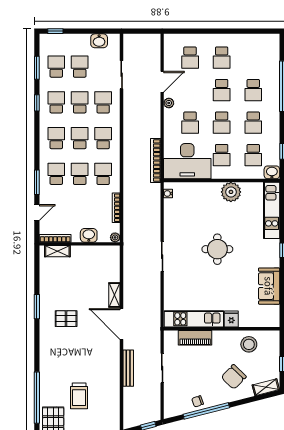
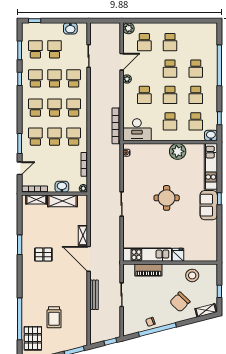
plant: (171, 41) -> (128, 28), added
desk: (187, 161) -> (137, 130), width x0.73, depth x0.77
shelving: (89, 253) -> (62, 201), added
sofa: (269, 286) -> (209, 205), moved

